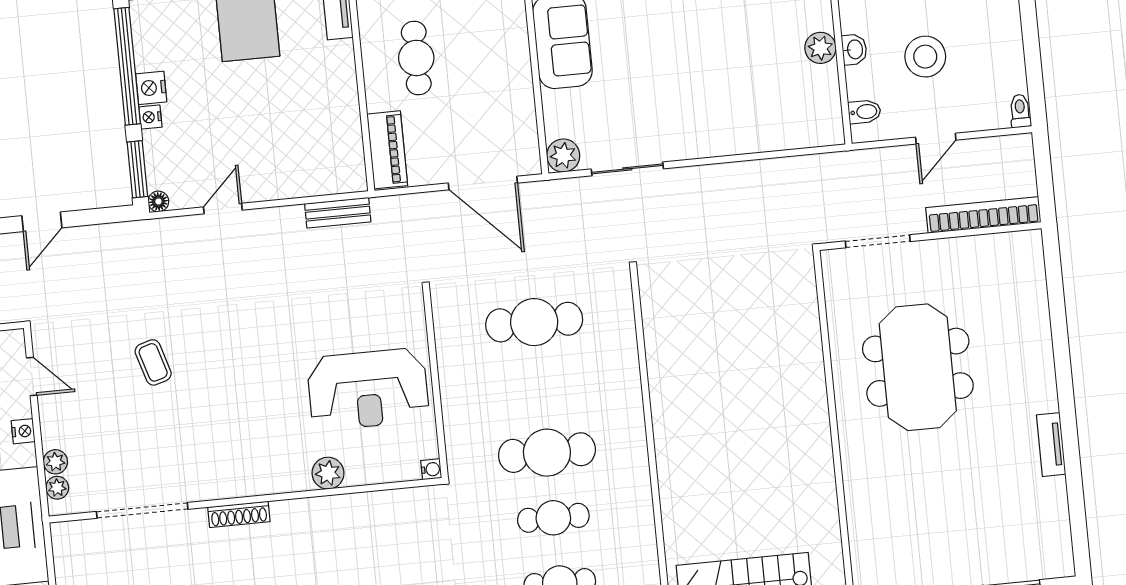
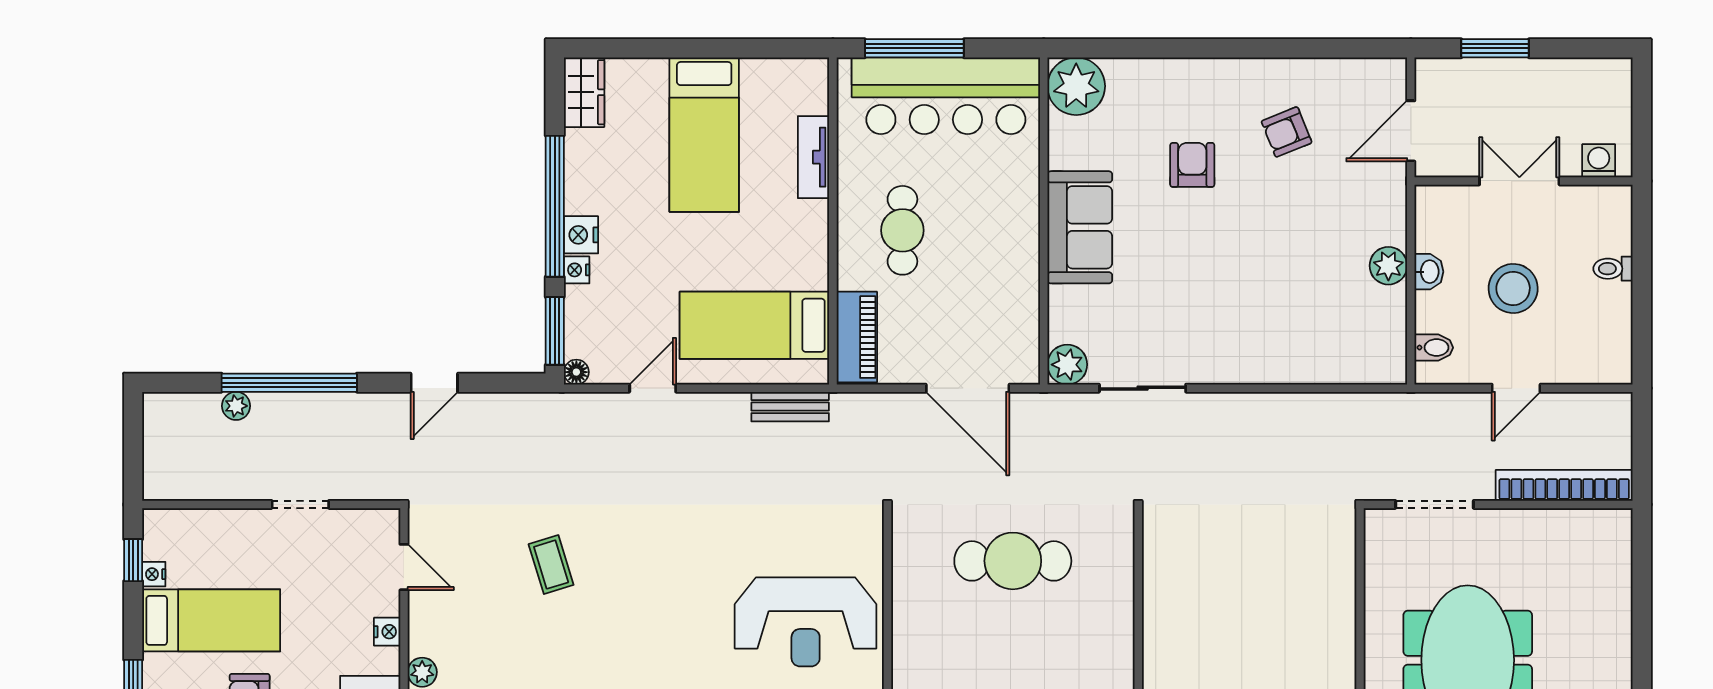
toilet: (1020, 111) -> (1613, 269), moved, turned -90
bed: (302, 148) -> (754, 325), added

